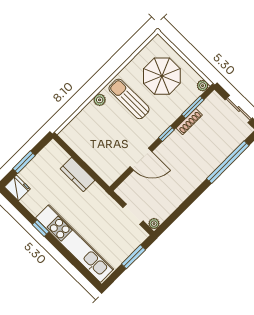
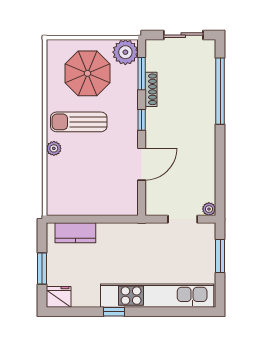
plant: (203, 86) -> (125, 52), width x1.88, depth x1.88
kitchen counter: (77, 174) -> (75, 233), moved

